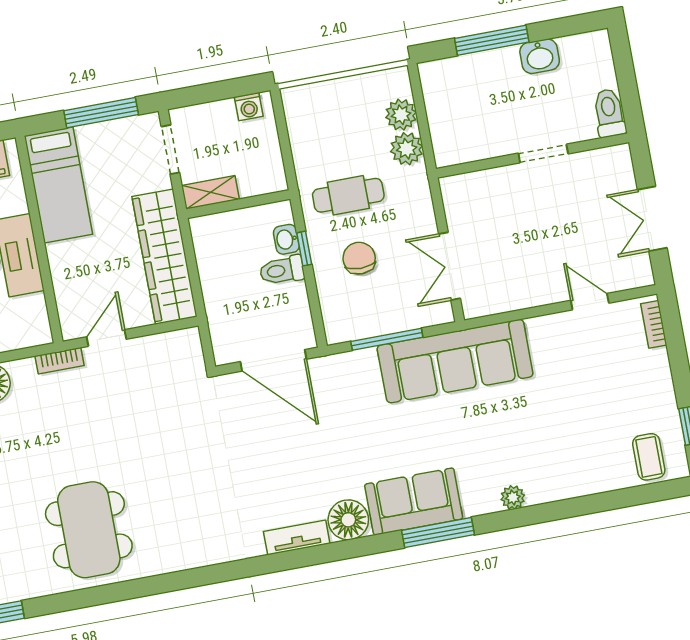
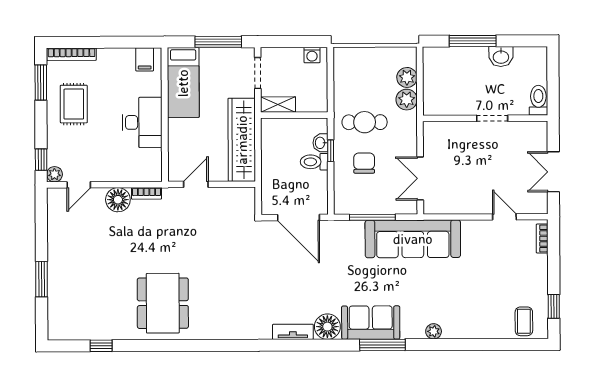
bookcase: (59, 361) -> (147, 193), moved

